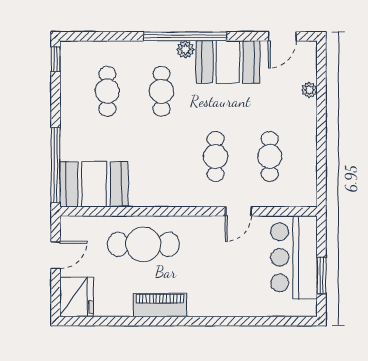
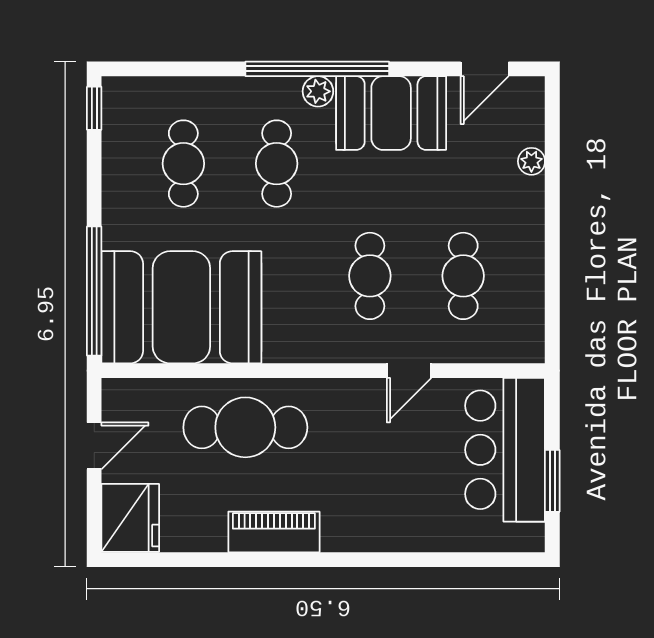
booth: (94, 184) -> (181, 307), width x1.36, depth x1.42

